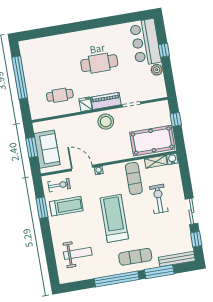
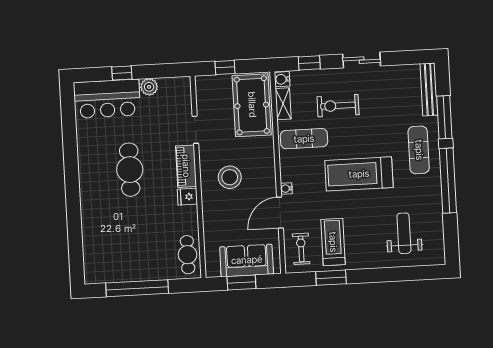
cafe table: (60, 95) -> (188, 255), moved
stool: (106, 122) -> (230, 177), moved
window: (196, 239) -> (309, 63), moved

